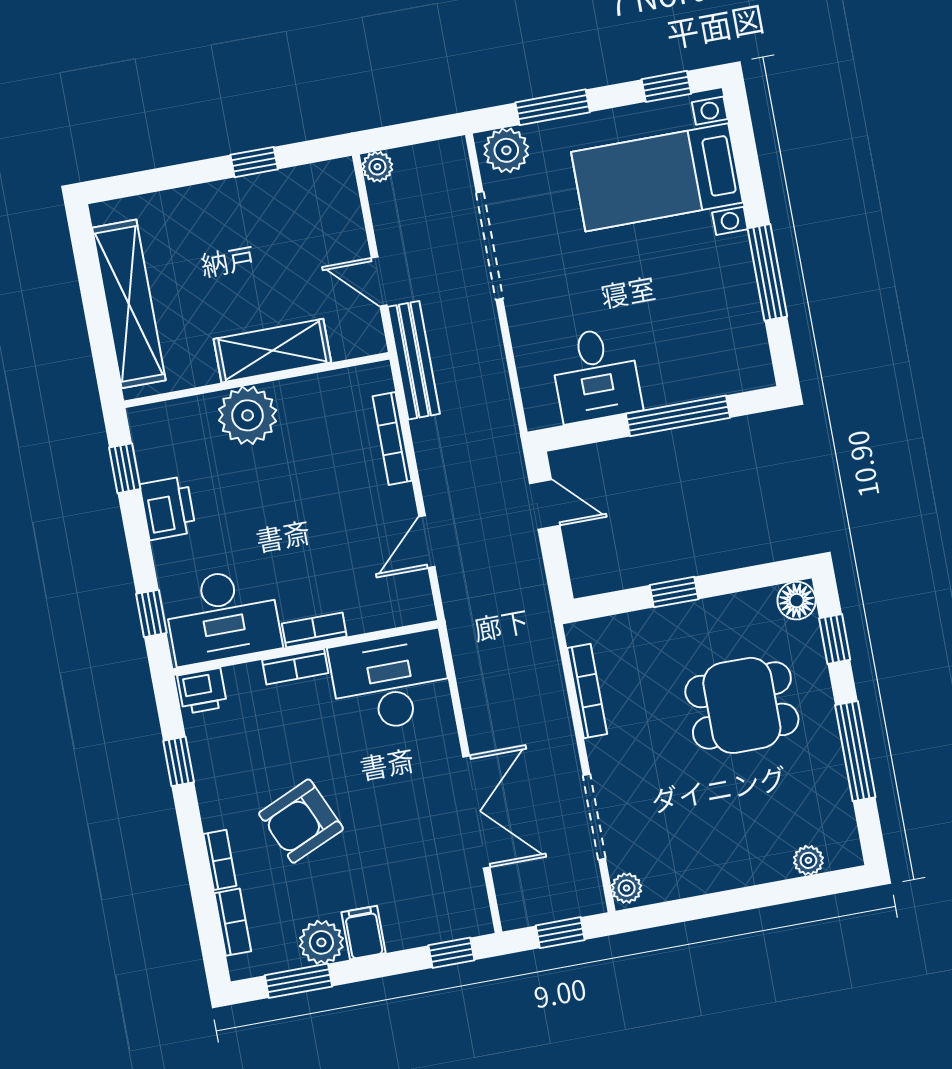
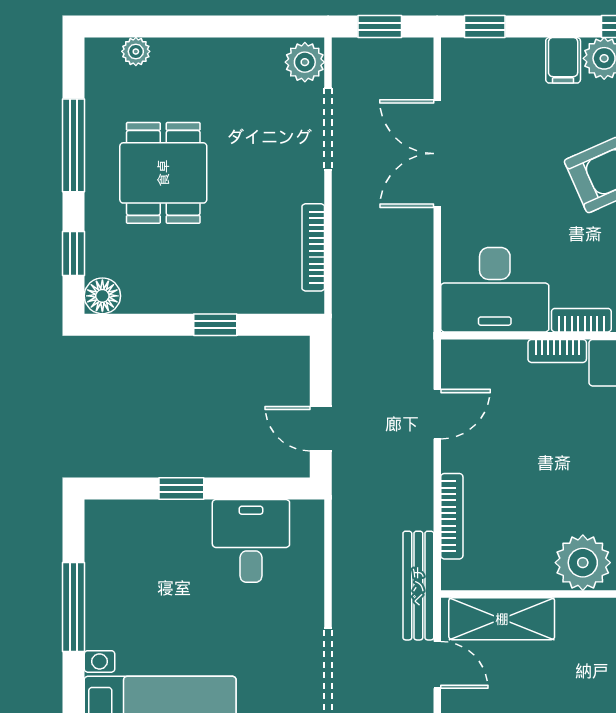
shelving: (272, 351) -> (502, 619), moved
window: (678, 416) -> (181, 488), width x0.46
dining table: (742, 705) -> (163, 173), moved, turned 90
plant: (627, 888) -> (305, 62), width x1.38, depth x1.38

